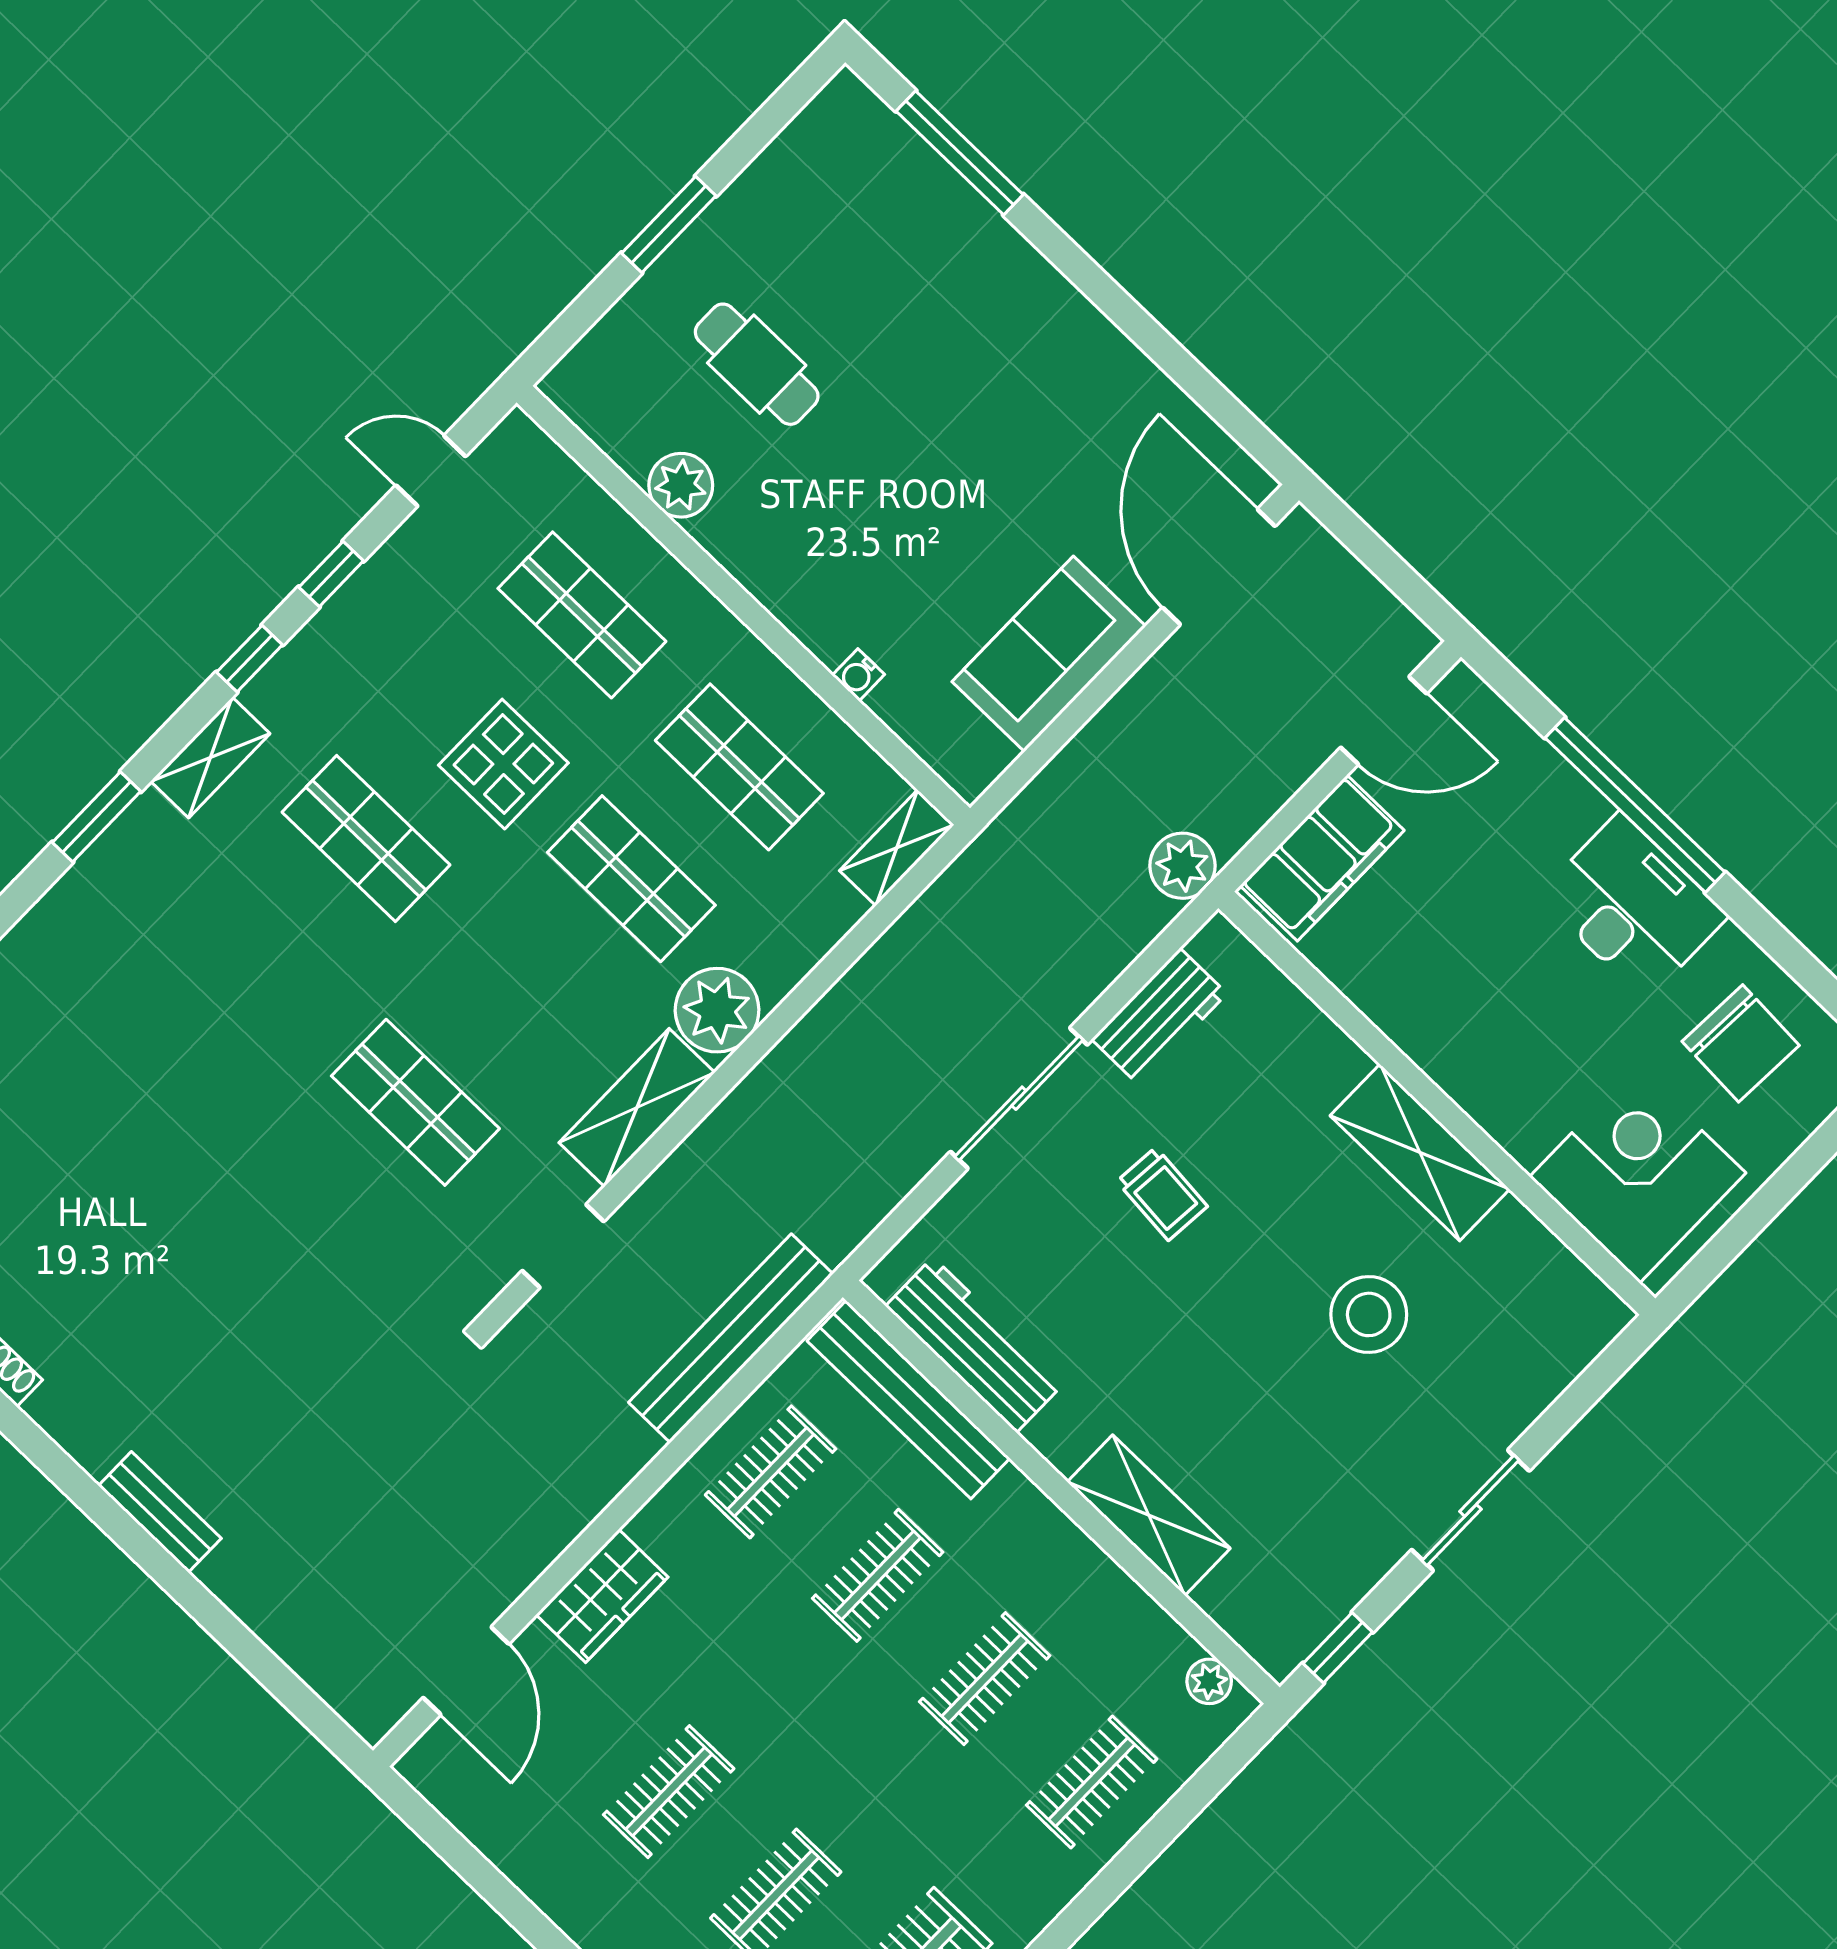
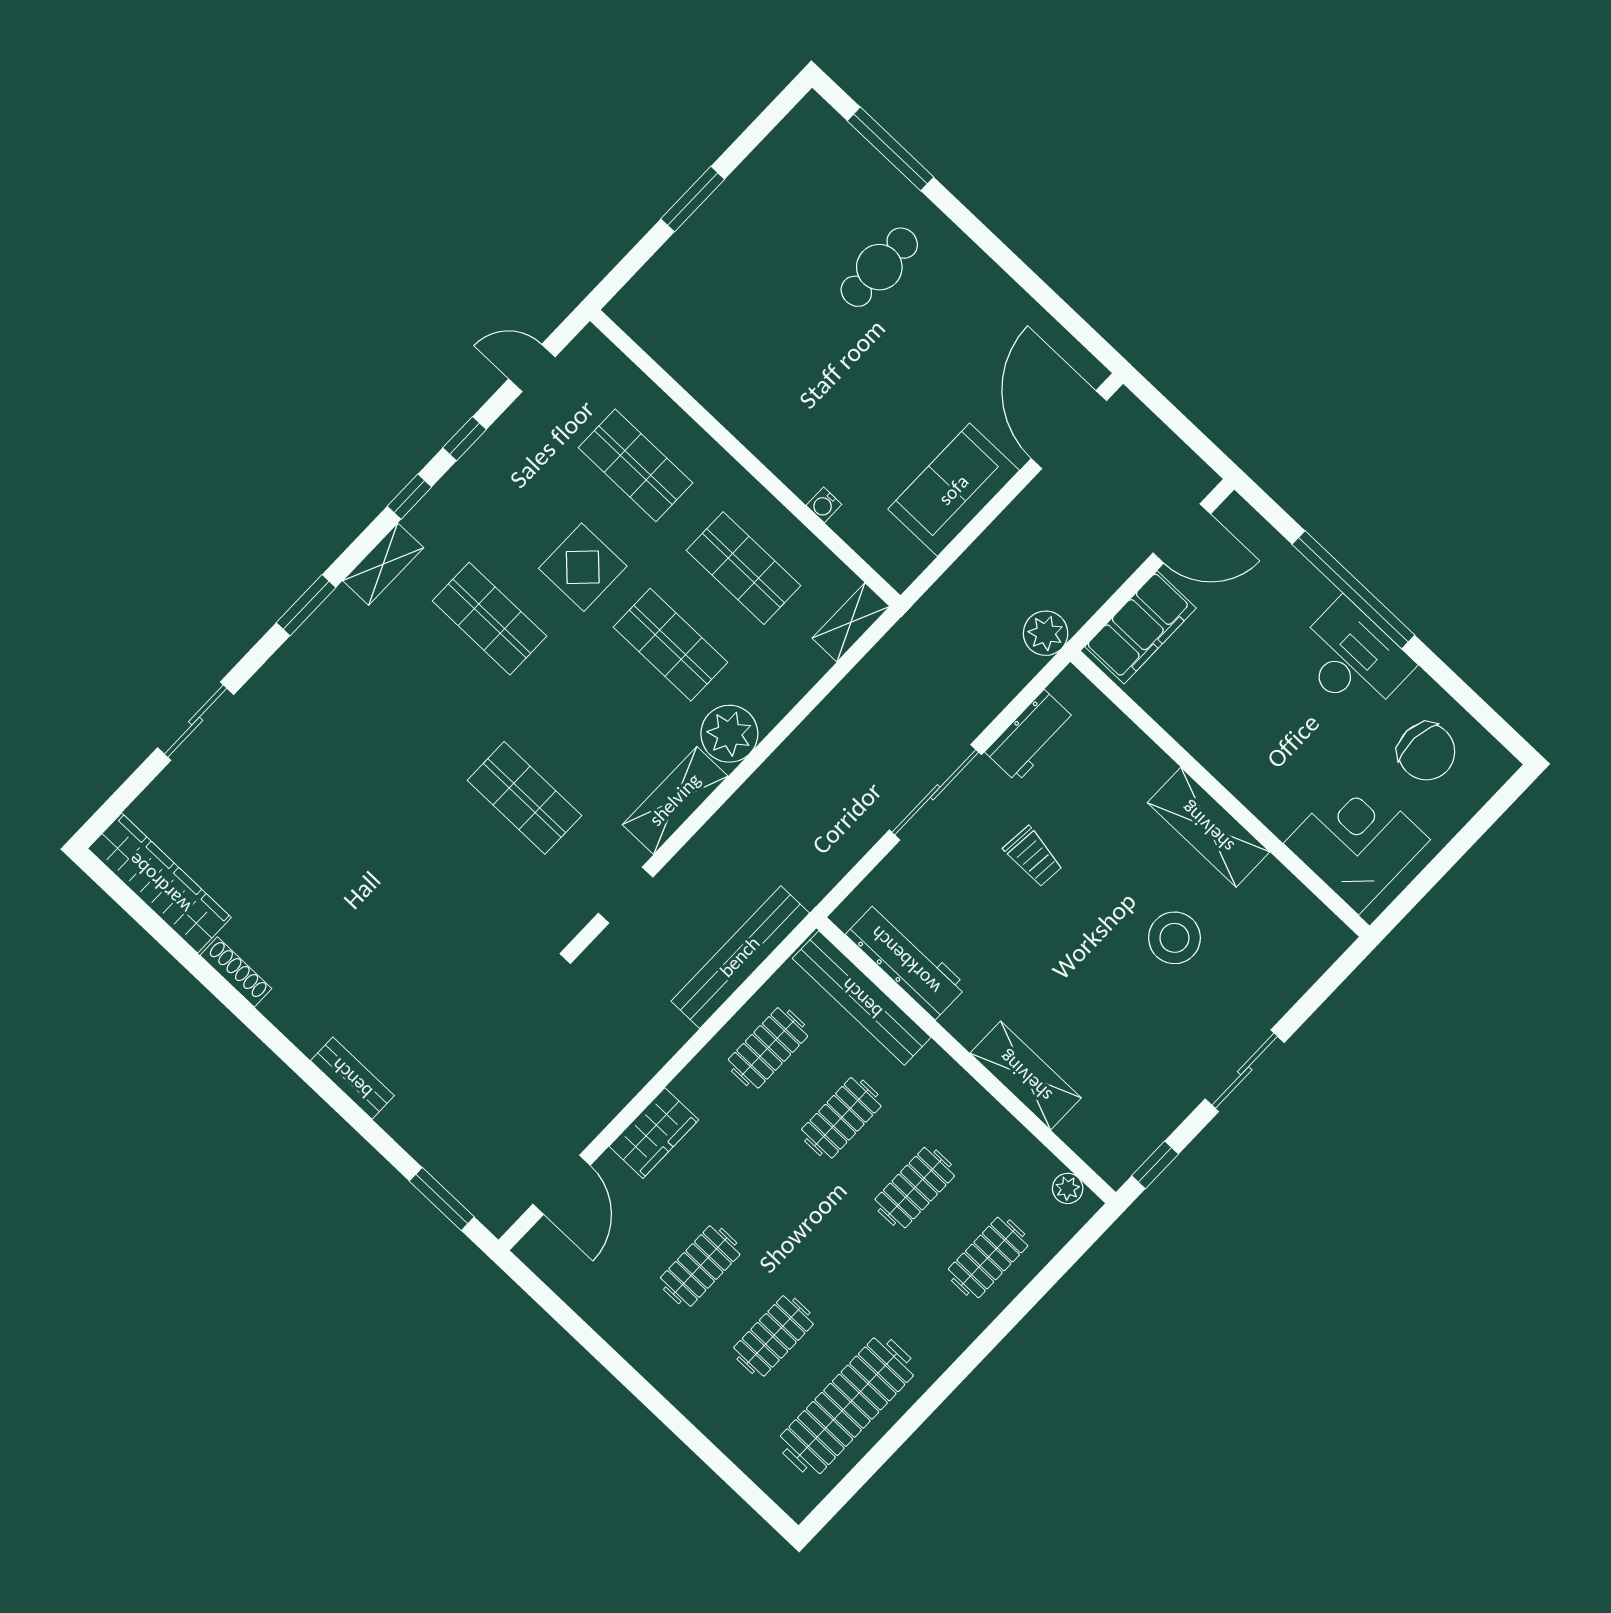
cafe table: (757, 364) -> (879, 267), moved, turned 90
plant: (681, 485) -> (702, 377), removed
window: (290, 1691) -> (442, 1199), added

